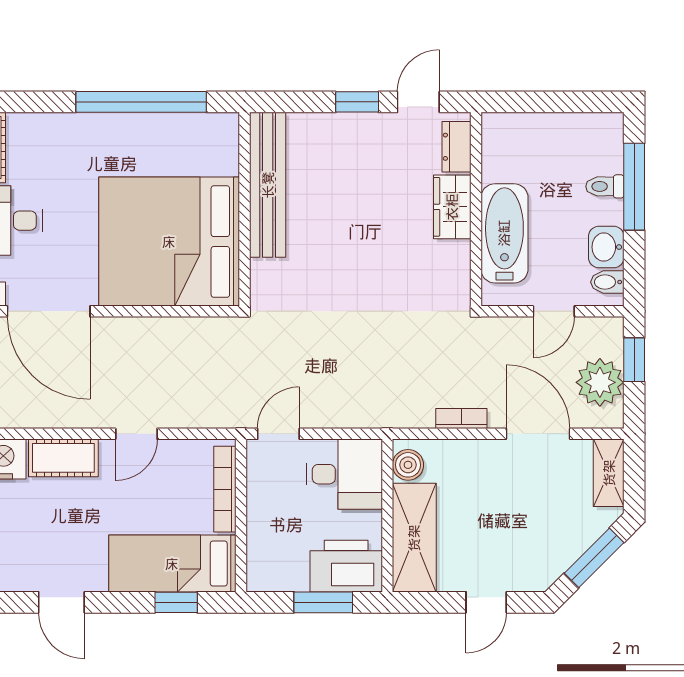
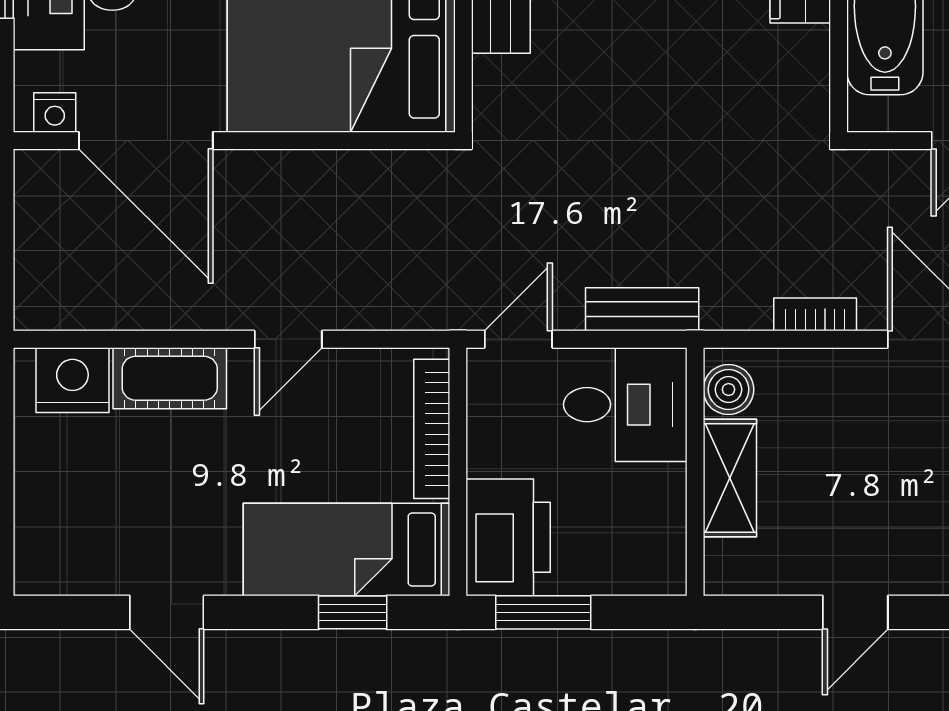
bench: (355, 415) -> (642, 309), added
shelving: (414, 538) -> (730, 478), width x0.67, depth x0.75
printer: (346, 566) -> (508, 537), moved, turned 90
window: (323, 602) -> (543, 612), moved

